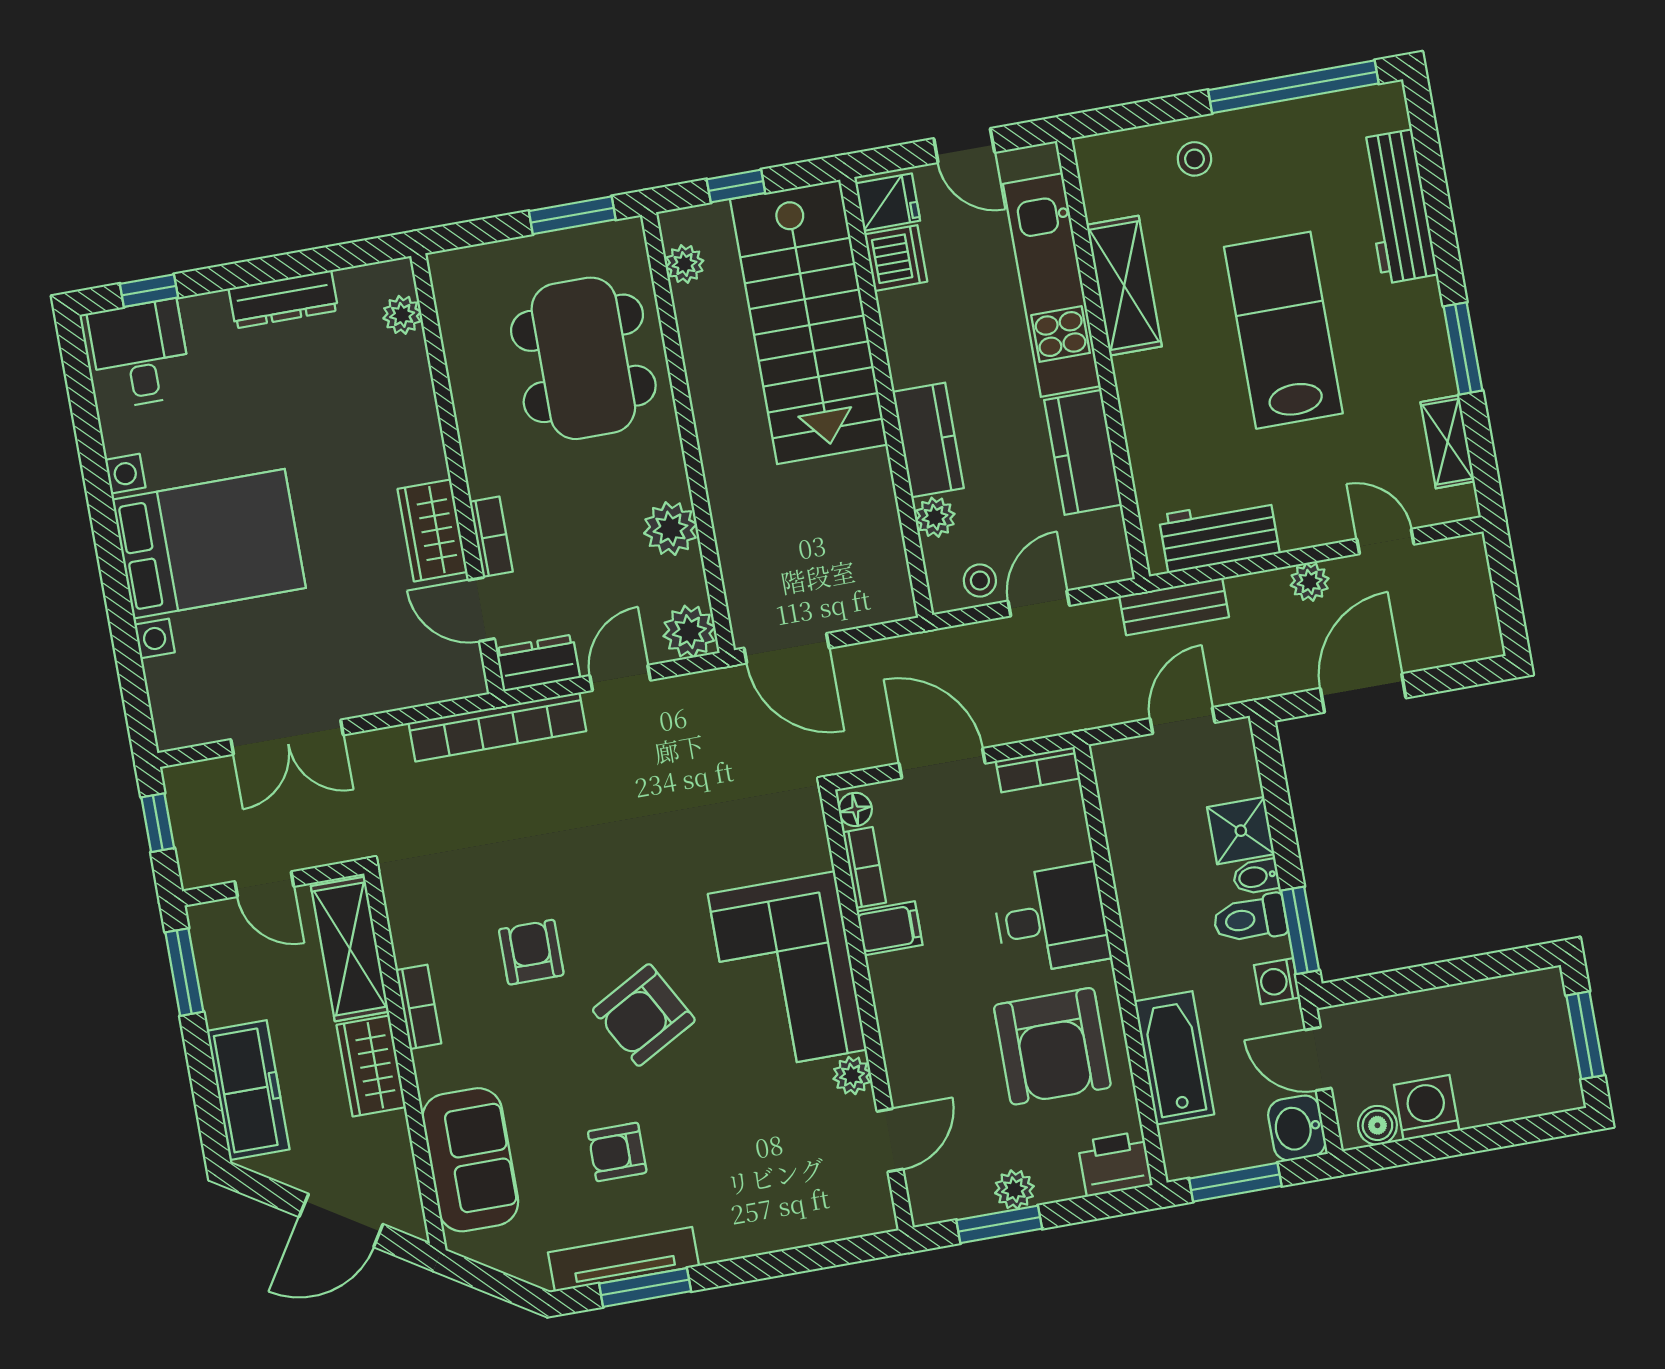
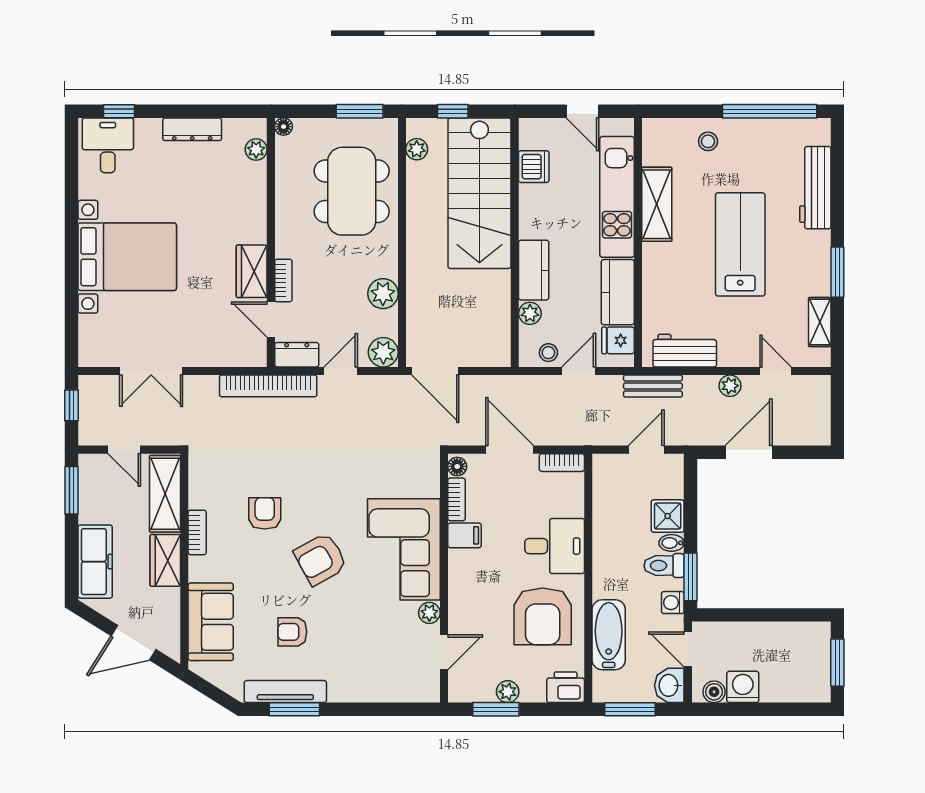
fridge: (888, 202) -> (618, 340), moved, turned 180
floor lamp: (443, 266) -> (284, 127), added

